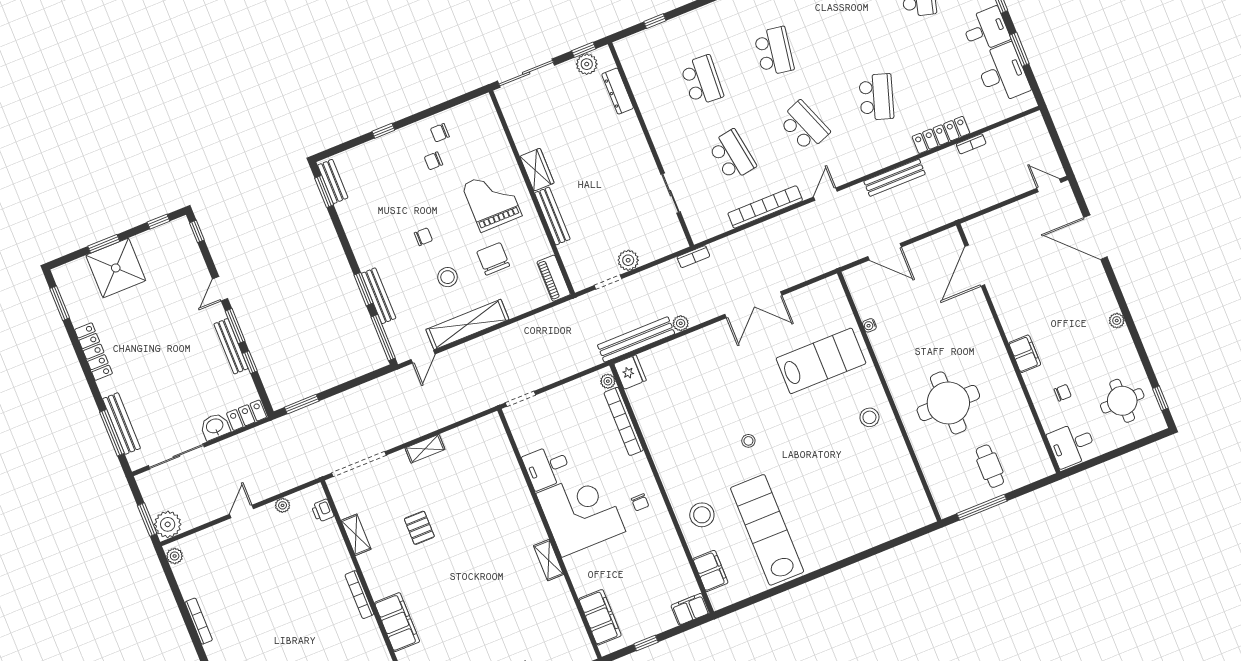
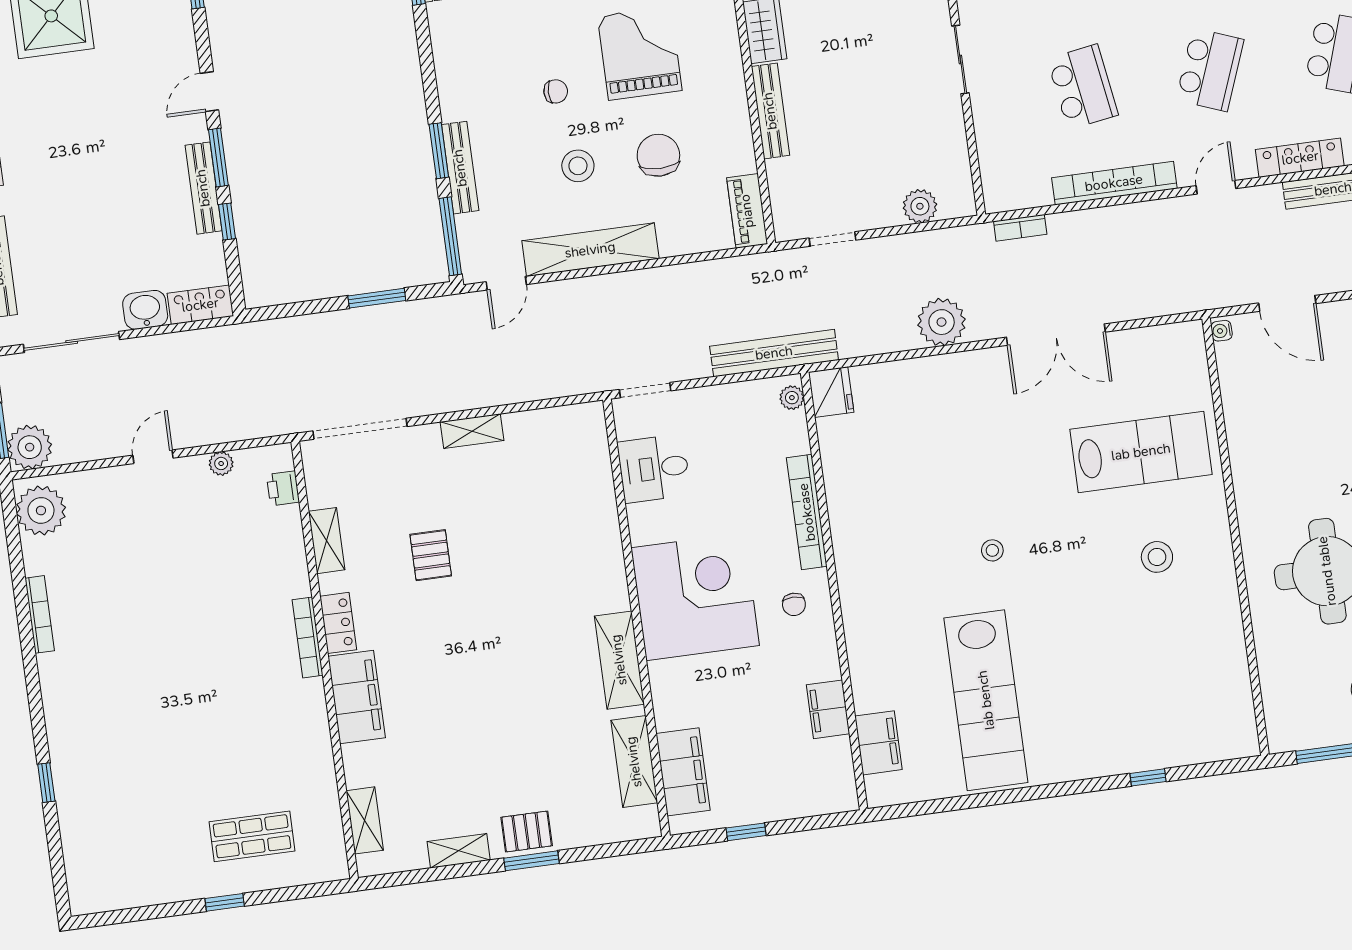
school desk: (804, 126) -> (1210, 70), turned 42
locker: (870, 164) -> (1300, 158), added
sliding door: (671, 193) -> (960, 59), moved
grand piano: (492, 200) -> (640, 53), moved
bookcase: (693, 257) -> (1020, 228), moved
plant: (628, 260) -> (920, 206), moved
plant: (681, 323) -> (942, 322), width x1.87, depth x1.87
water cooler: (869, 325) -> (1222, 331), moved
bench: (636, 339) -> (774, 353), moved
window: (302, 404) -> (377, 298), moved
stool: (869, 417) -> (1157, 557), moved
bookcase: (624, 421) -> (807, 512), moved
desk: (547, 467) -> (654, 468), moved
stool: (702, 515) -> (888, 650), removed
lab bench: (767, 530) -> (986, 700), turned 180
window: (874, 551) -> (1148, 777), added
plant: (175, 556) -> (41, 510), width x1.88, depth x1.88
shelving: (549, 560) -> (619, 660), width x1.50, depth x1.33
locker: (375, 581) -> (338, 623), added
filing cabinet: (690, 609) -> (828, 709), moved, turned -90
shelving: (570, 618) -> (634, 762), added

